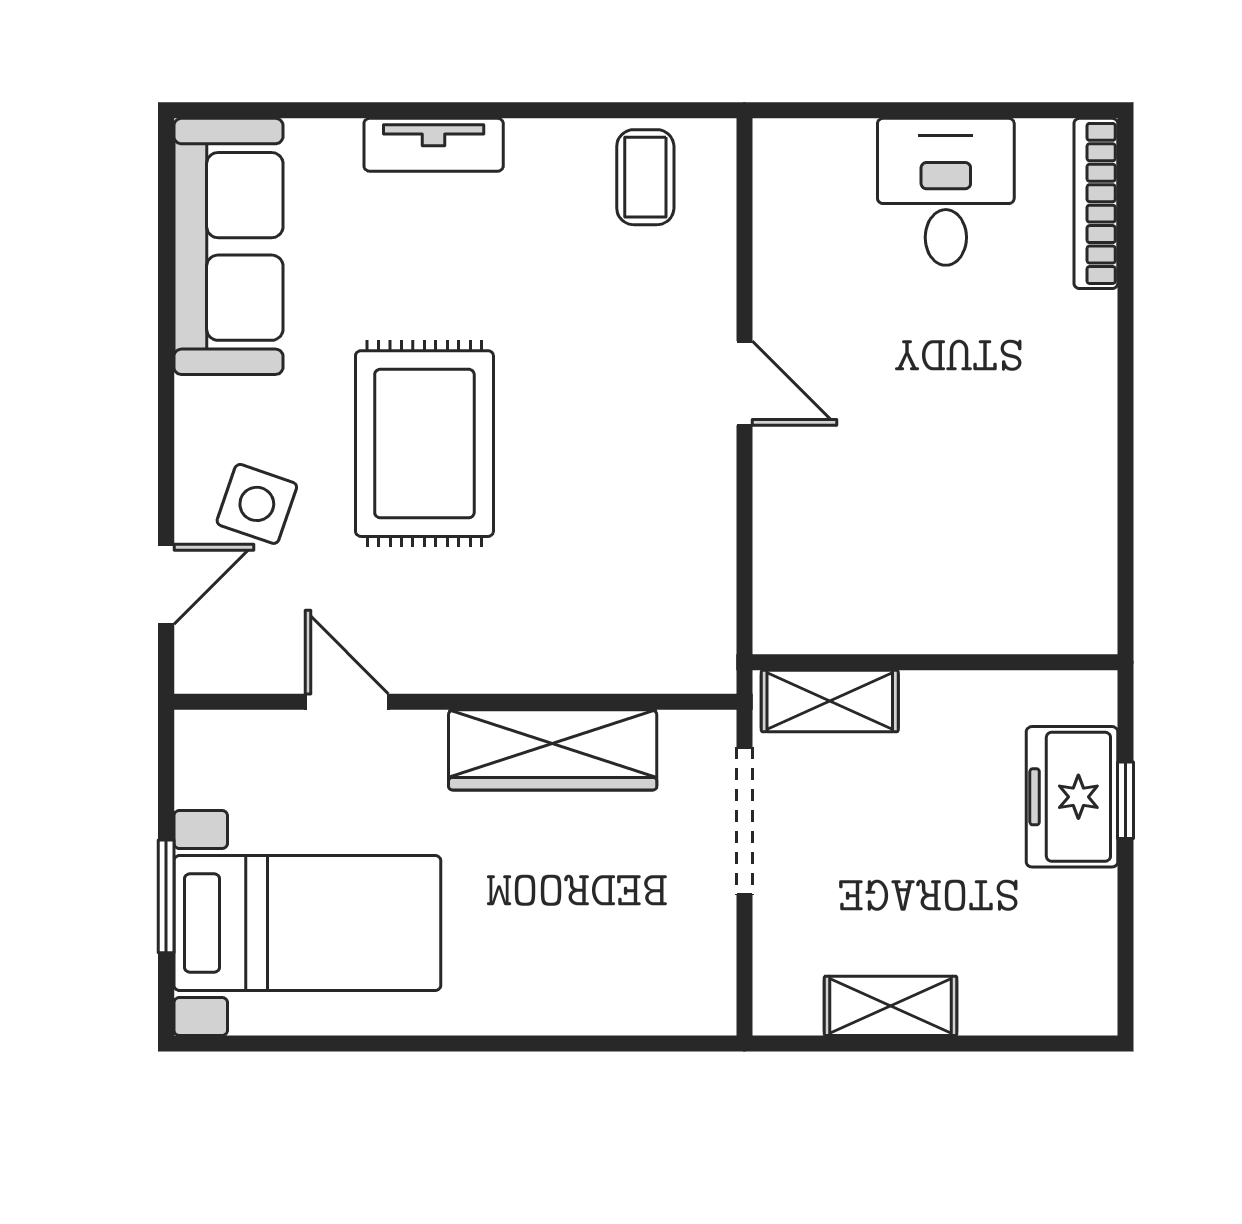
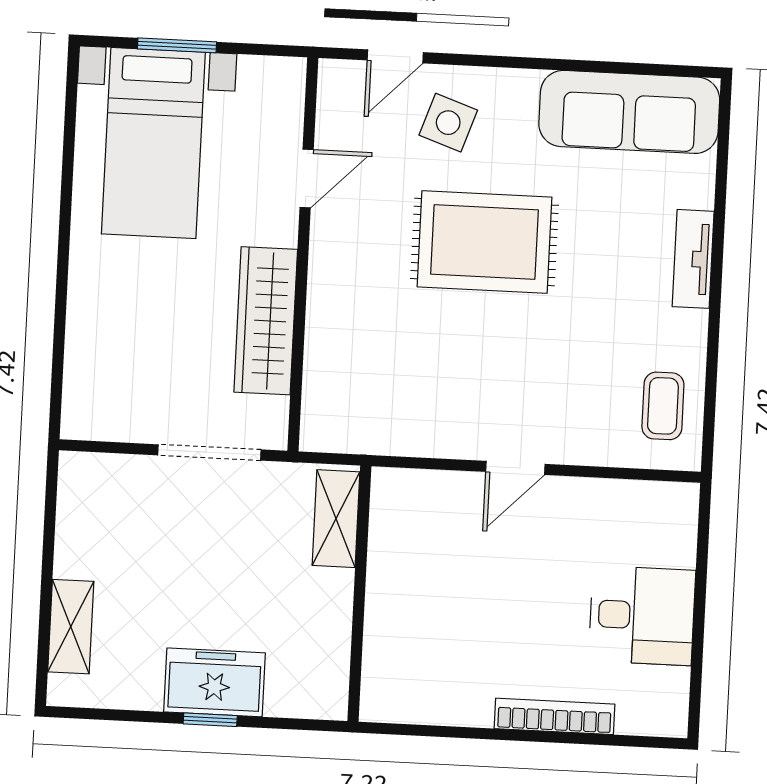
coffee table: (645, 177) -> (663, 406), turned 90
bookcase: (1096, 203) -> (554, 716), moved
door: (166, 584) -> (395, 56), hinge flipped
wall: (935, 662) -> (359, 594), moved
shelving: (830, 701) -> (336, 519), moved
shelving: (891, 1006) -> (71, 627), moved

